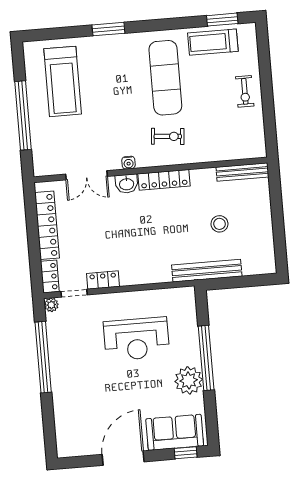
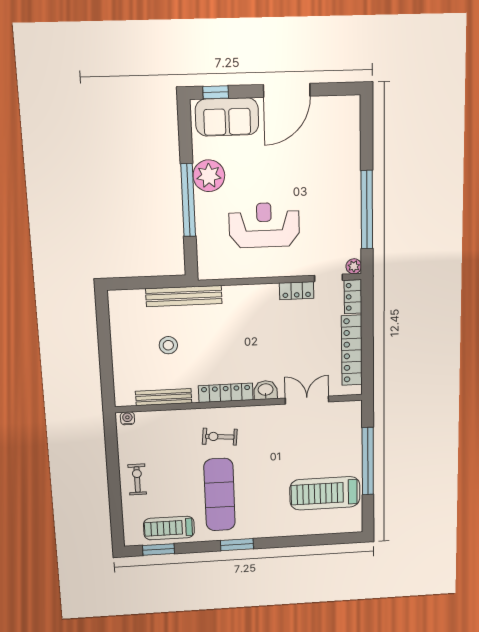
window: (108, 29) -> (237, 545), moved
treadmill: (213, 42) -> (169, 528), turned 180
treadmill: (63, 81) -> (325, 493), turned -90
water cooler: (128, 163) -> (127, 418), moved
bench: (242, 172) -> (164, 397), moved

